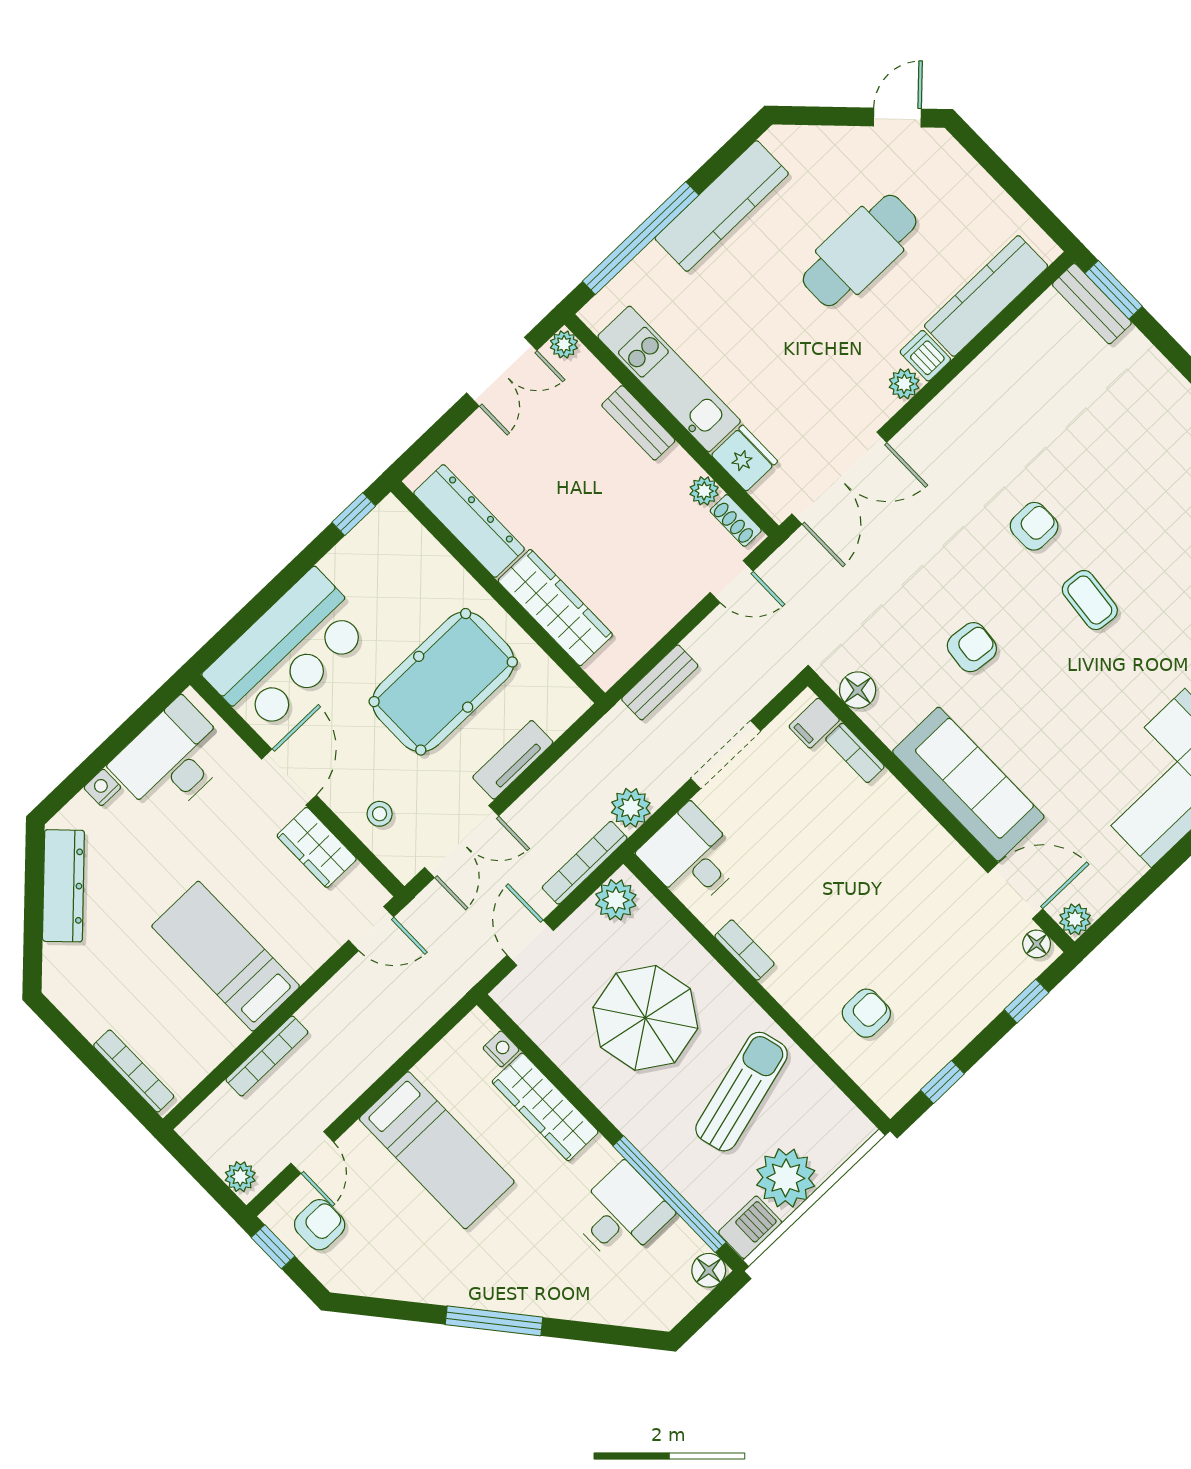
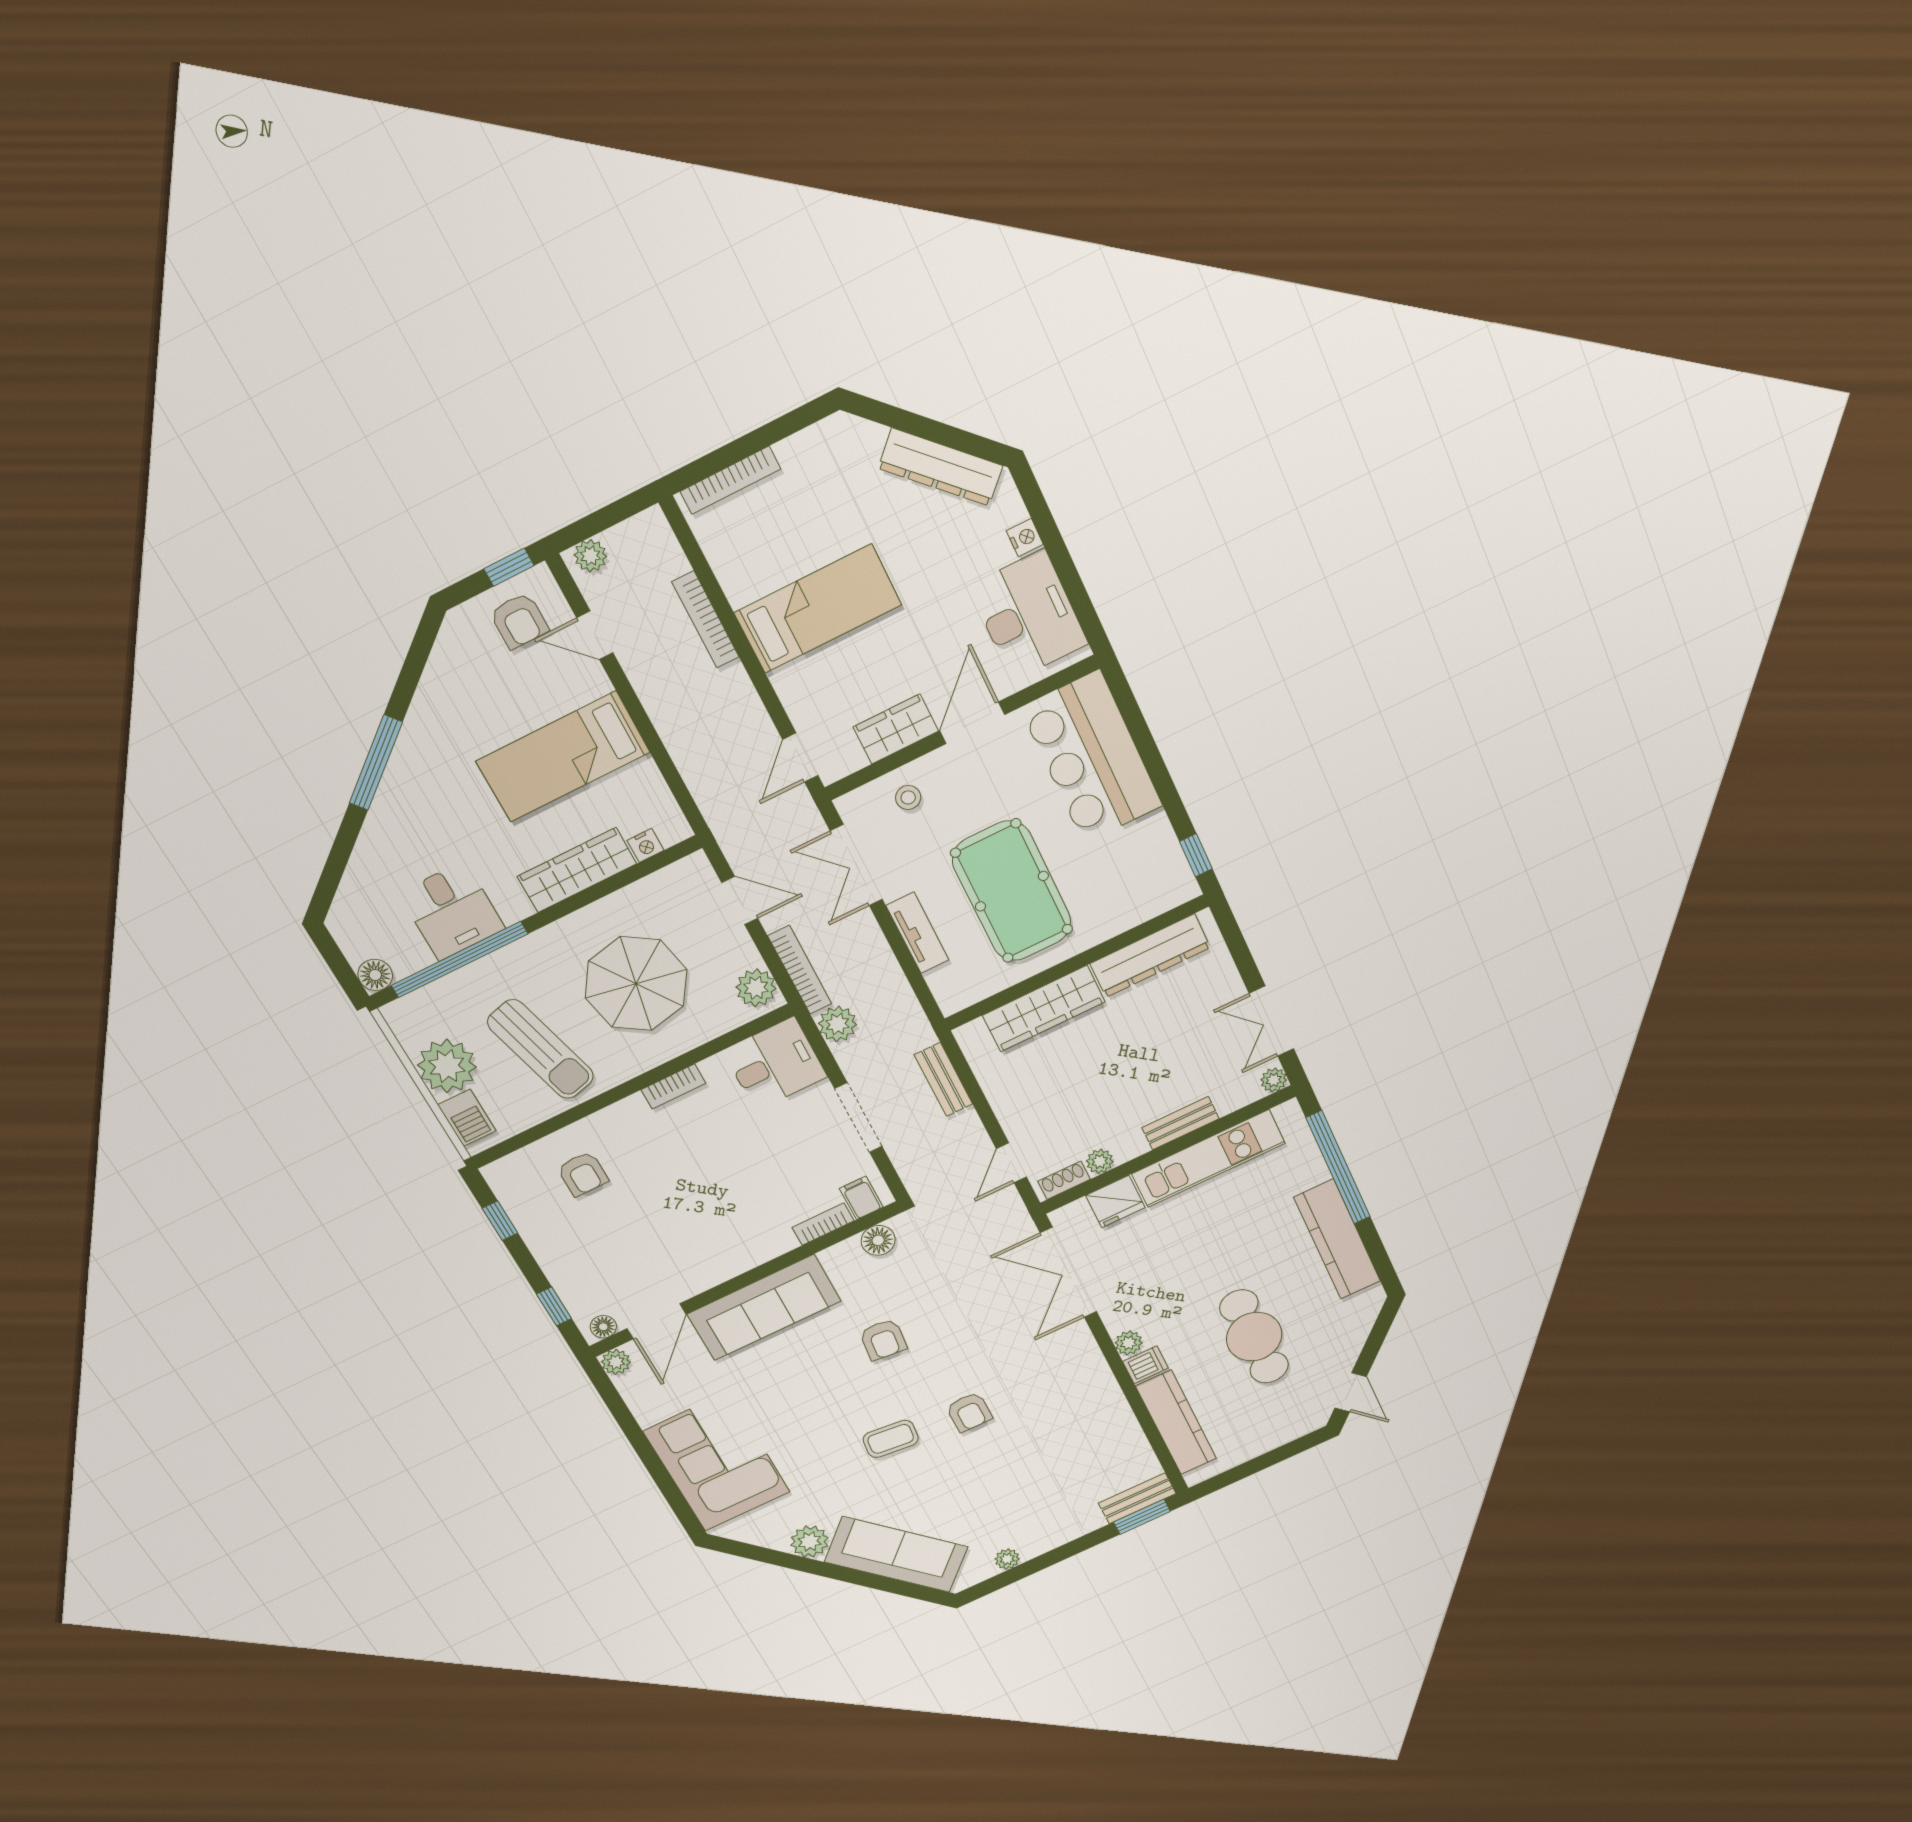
door: (289, 777) -> (972, 723), swing flipped
barbecue: (750, 1227) -> (467, 1118), moved

